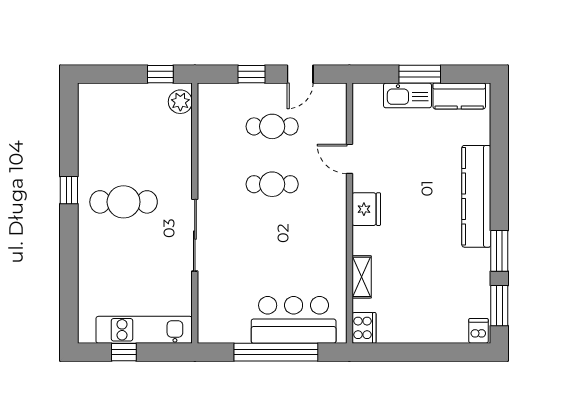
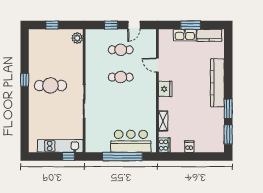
window: (160, 74) -> (52, 25), moved
dishwasher: (478, 331) -> (189, 146), moved
window: (124, 352) -> (68, 156), moved

